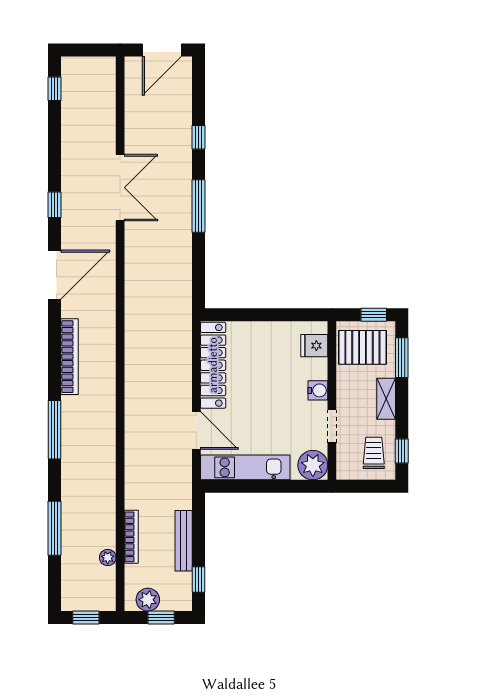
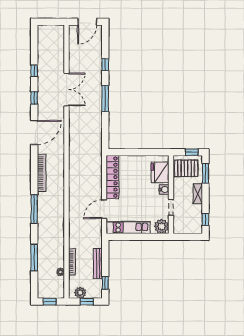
window: (55, 89) -> (34, 71), moved
fridge: (314, 346) -> (160, 172), width x1.88, depth x1.34
door: (196, 430) -> (104, 209), swing flipped
trolley: (374, 453) -> (192, 220), removed

